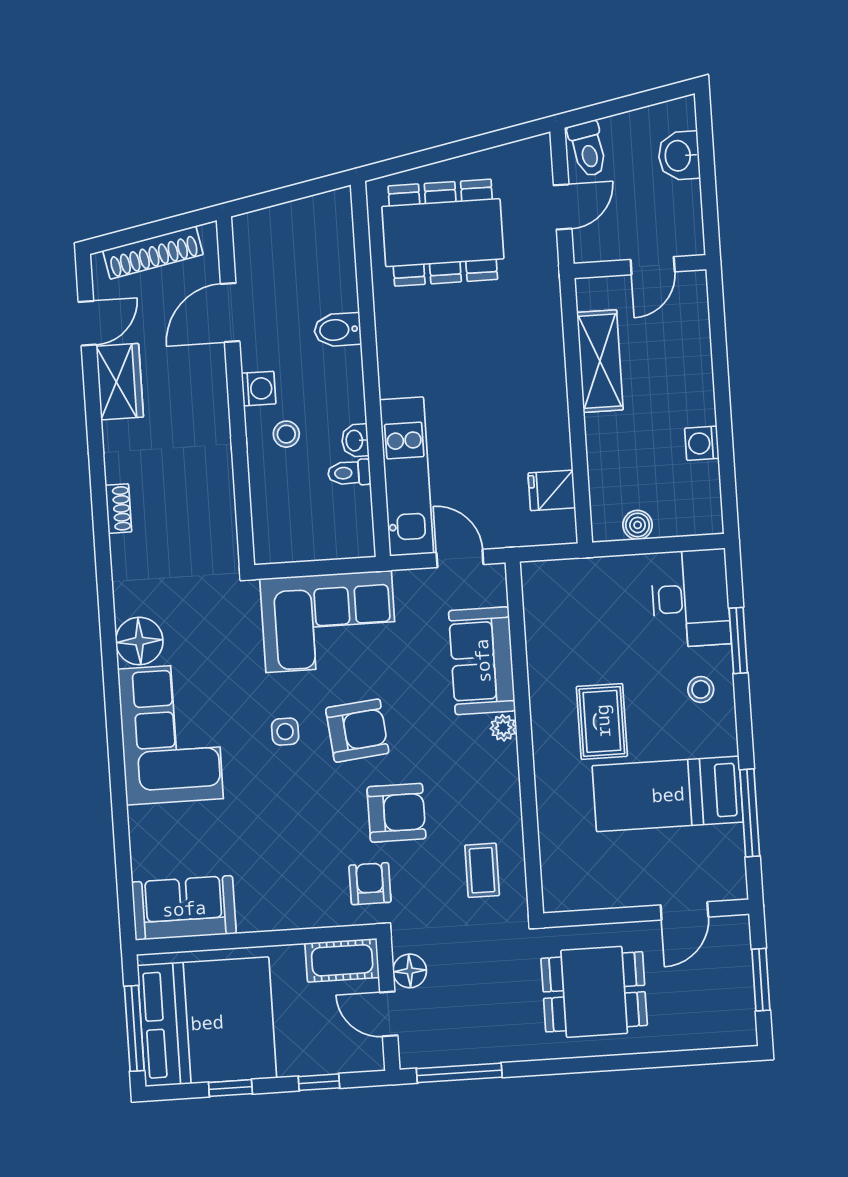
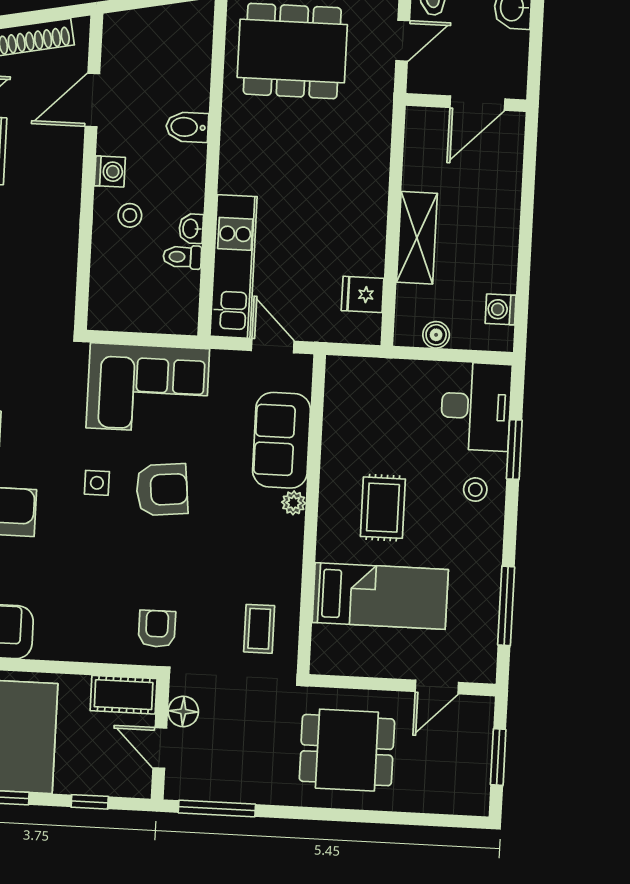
door: (653, 266) -> (477, 103), width x1.38
shelving: (600, 361) -> (417, 238), moved
washing machine: (702, 443) -> (501, 309), moved
bed: (668, 794) -> (380, 596), moved, turned 180
armchair: (396, 813) -> (188, 568), removed

